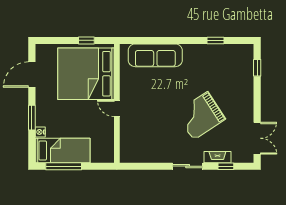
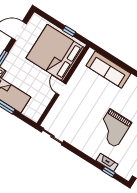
grand piano: (201, 116) -> (113, 128), turned -57
sliding door: (188, 166) -> (52, 136), moved

